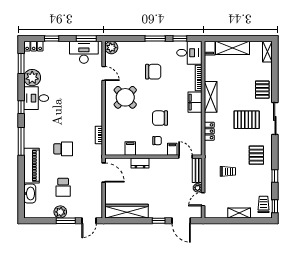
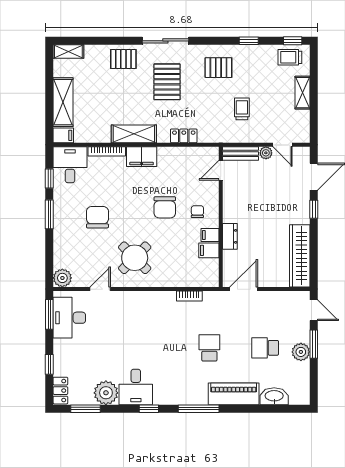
filing cabinet: (172, 149) -> (210, 235), moved
school desk: (63, 187) -> (265, 348), turned 180

